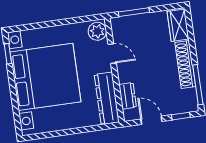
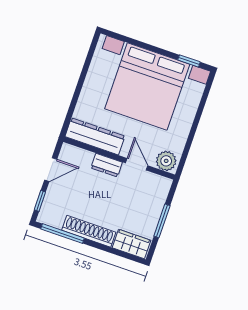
window: (134, 12) -> (162, 221), moved
door: (112, 54) -> (137, 164), swing flipped
dresser: (128, 96) -> (107, 165), moved

